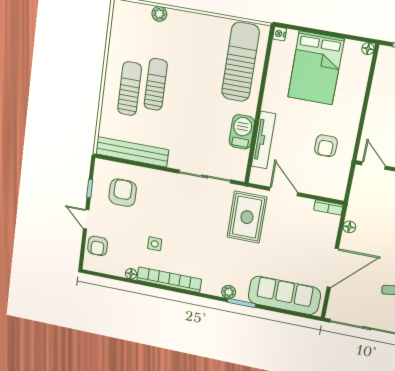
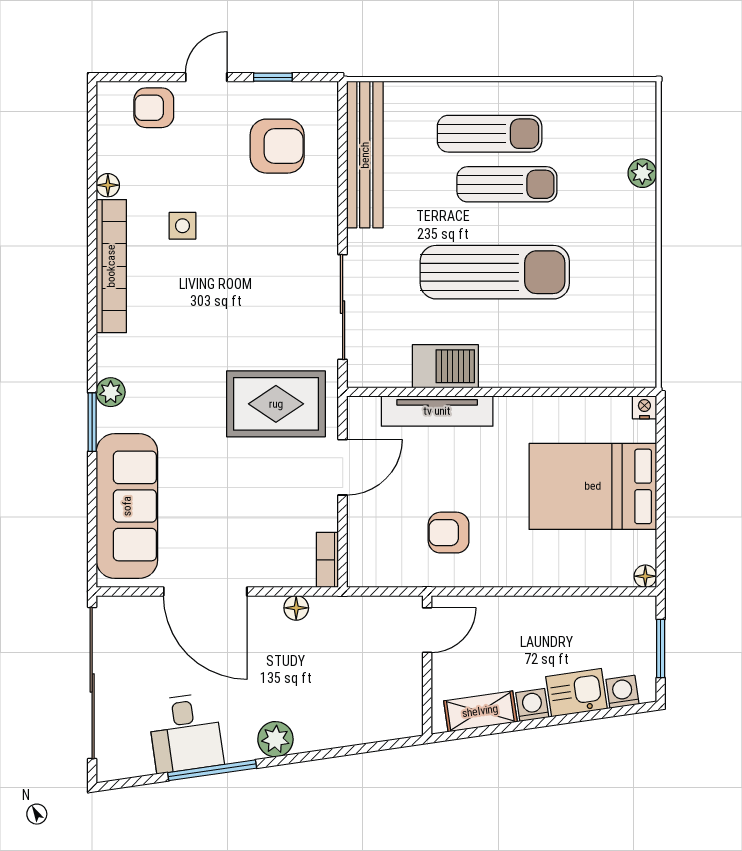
sun lounger: (240, 62) -> (495, 272), moved

